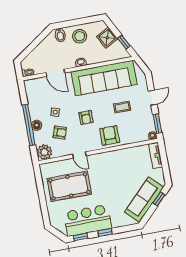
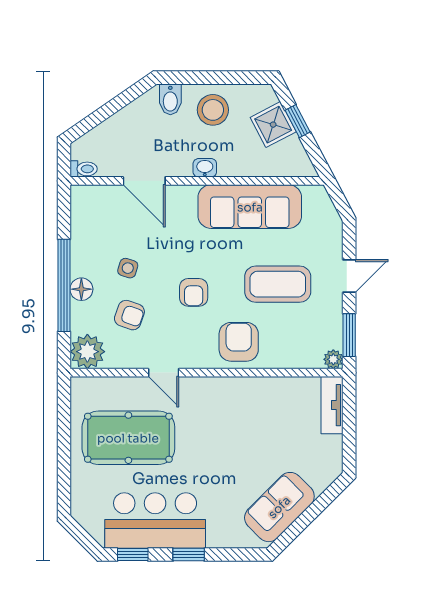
window: (124, 42) -> (298, 121), moved
sofa: (104, 78) -> (250, 207), width x0.74, depth x0.79
coffee table: (122, 107) -> (278, 284), width x1.86, depth x1.72
window: (159, 199) -> (322, 502), removed
sofa: (144, 200) -> (279, 507), width x0.73

